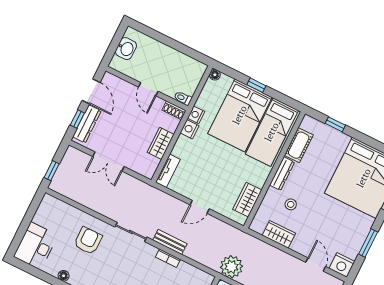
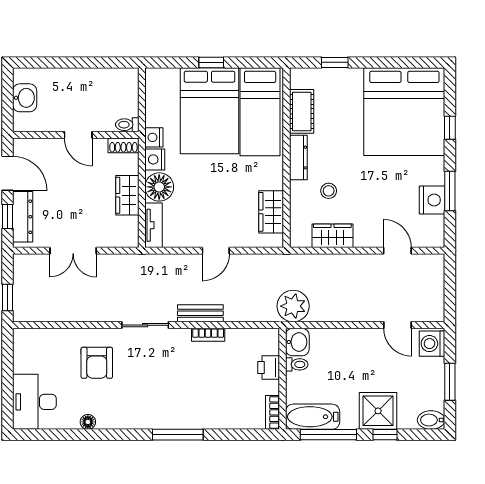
floor lamp: (215, 75) -> (159, 187), moved, width x1.89, depth x1.89
armchair: (88, 241) -> (97, 363), turned 180
nightstand: (342, 265) -> (432, 200), moved, turned -90

